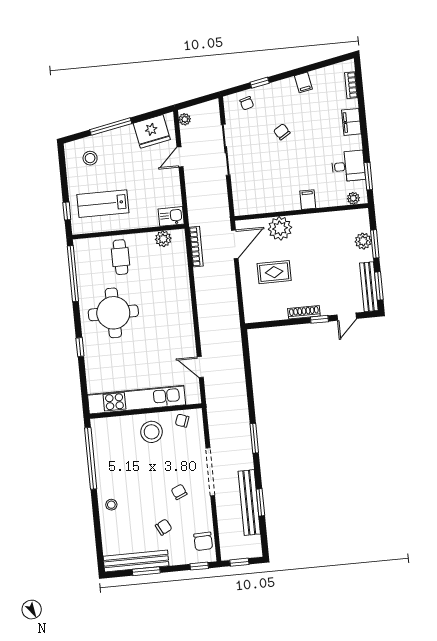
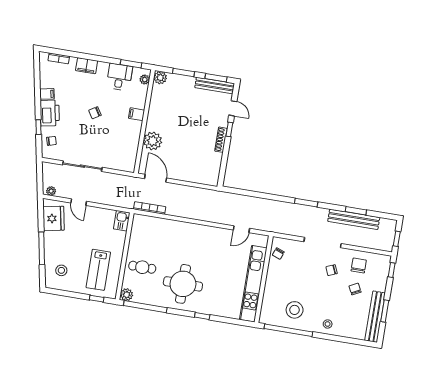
printer: (281, 92) -> (50, 113), added
chair: (282, 132) -> (95, 113), moved
plant: (163, 239) -> (127, 295), moved
plant: (363, 241) -> (160, 78), moved
rug: (274, 272) -> (185, 154), removed
stool: (152, 432) -> (295, 310), moved
chair: (203, 541) -> (359, 265), moved, turned -88

